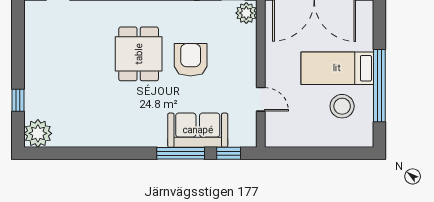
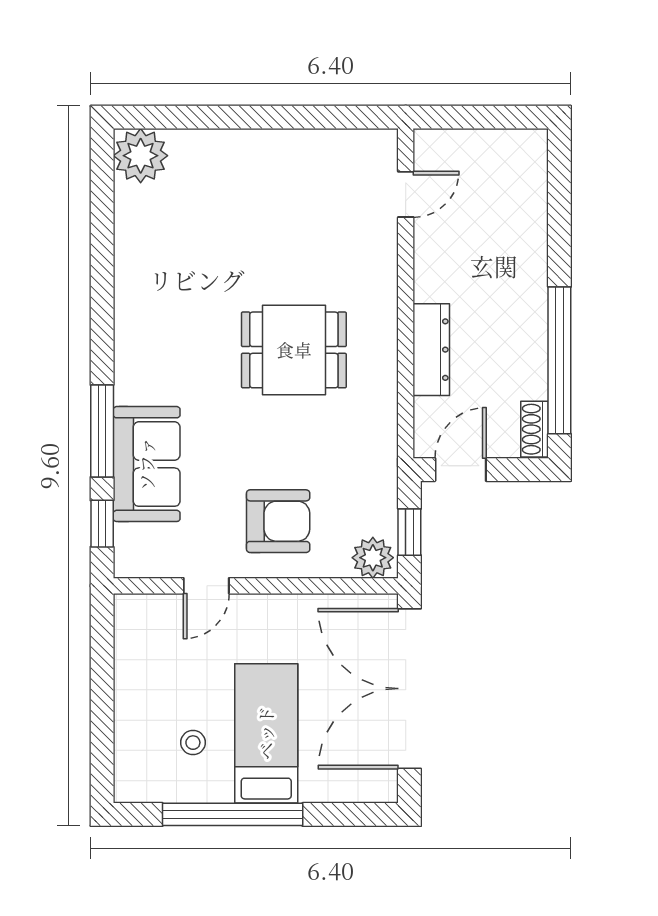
armchair: (191, 60) -> (278, 521), moved
window: (18, 100) -> (205, 117), removed
stool: (342, 106) -> (193, 743), width x0.53, depth x0.53

